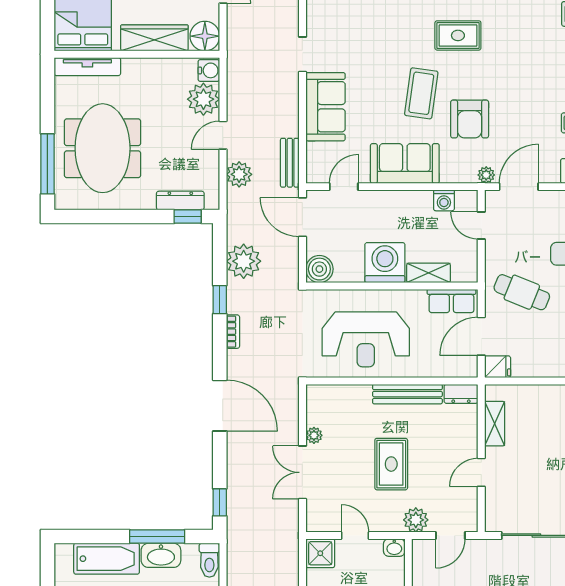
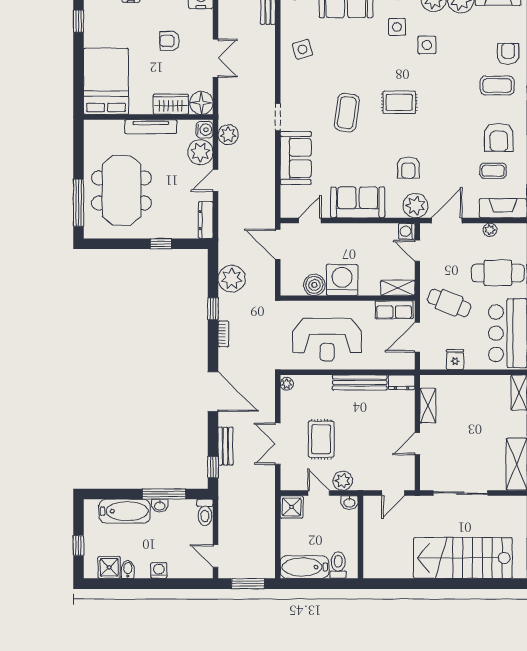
wardrobe: (154, 38) -> (171, 104), width x0.67
tv unit: (87, 67) -> (151, 127), moved
coffee table: (421, 93) -> (347, 113), moved
armchair: (470, 119) -> (408, 168), width x0.72, depth x0.72
bench: (290, 163) -> (225, 446), moved
plant: (239, 174) -> (228, 135), moved
plant: (486, 175) -> (415, 206), width x1.87, depth x1.87
washing machine: (444, 200) -> (407, 231), moved, turned 90
dresser: (180, 201) -> (206, 220), moved, turned -90
window: (188, 216) -> (161, 244), moved
boiler: (319, 269) -> (314, 285), moved
shelving: (428, 273) -> (398, 288), moved
fridge: (498, 367) -> (455, 360), moved, turned -90
plant: (314, 435) -> (287, 384), moved
rug: (391, 464) -> (321, 439), moved
plant: (416, 520) -> (343, 481), moved
washbasin: (161, 555) -> (160, 506), width x0.52, depth x0.69

